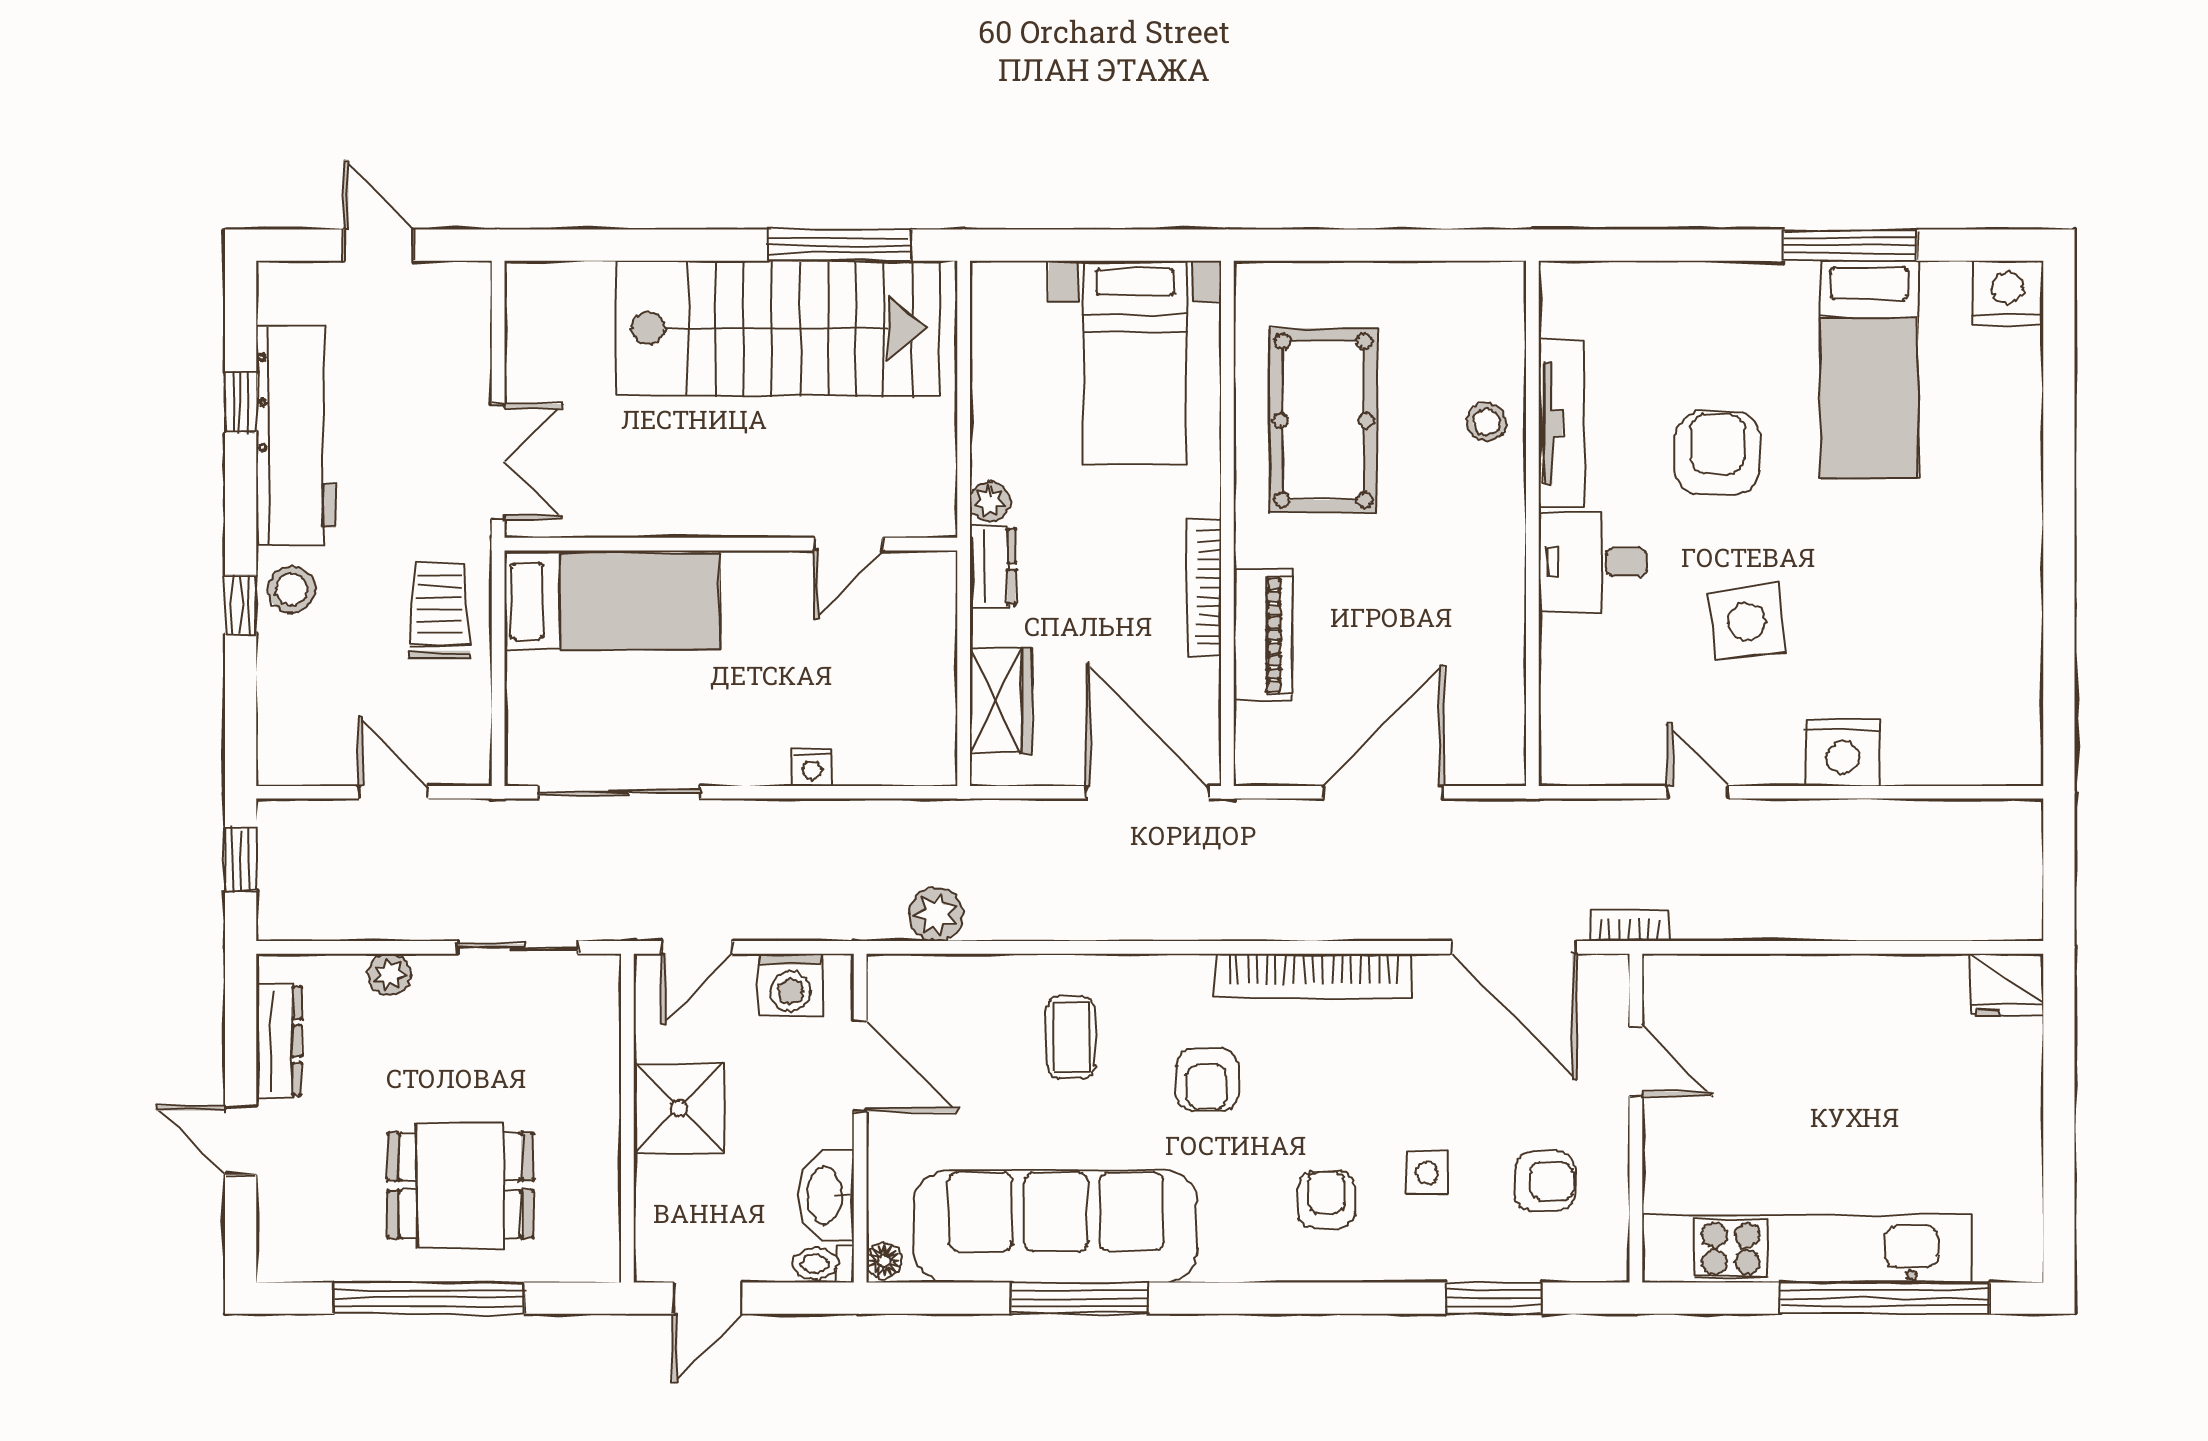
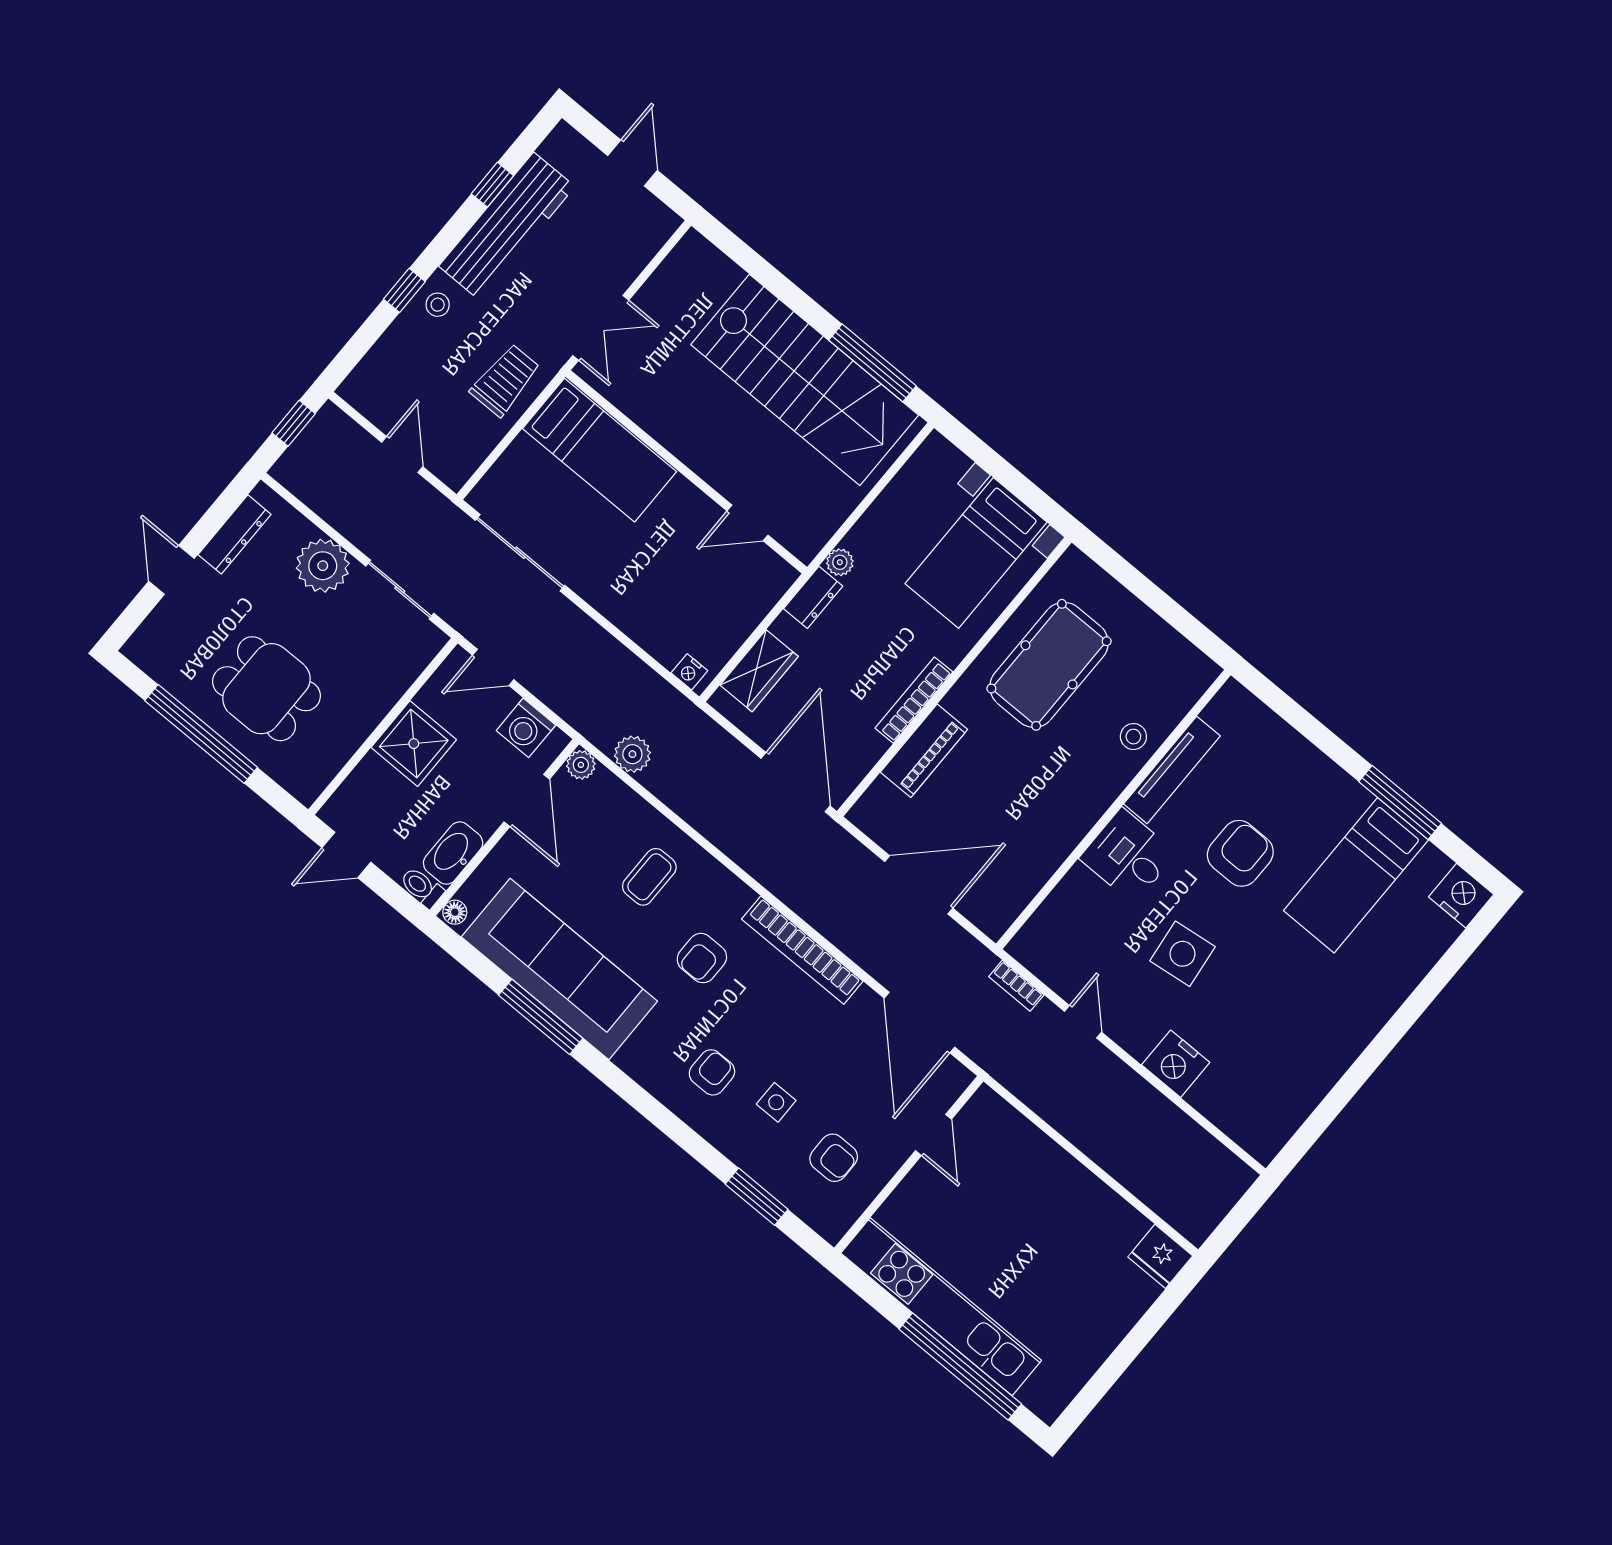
stool: (292, 589) -> (438, 305), width x0.73, depth x0.73
nightstand: (812, 767) -> (689, 672), moved
bookcase: (1629, 925) -> (1016, 986), moved, turned 180
plant: (389, 975) -> (323, 566), width x1.87, depth x1.87
plant: (888, 975) -> (581, 765), added

